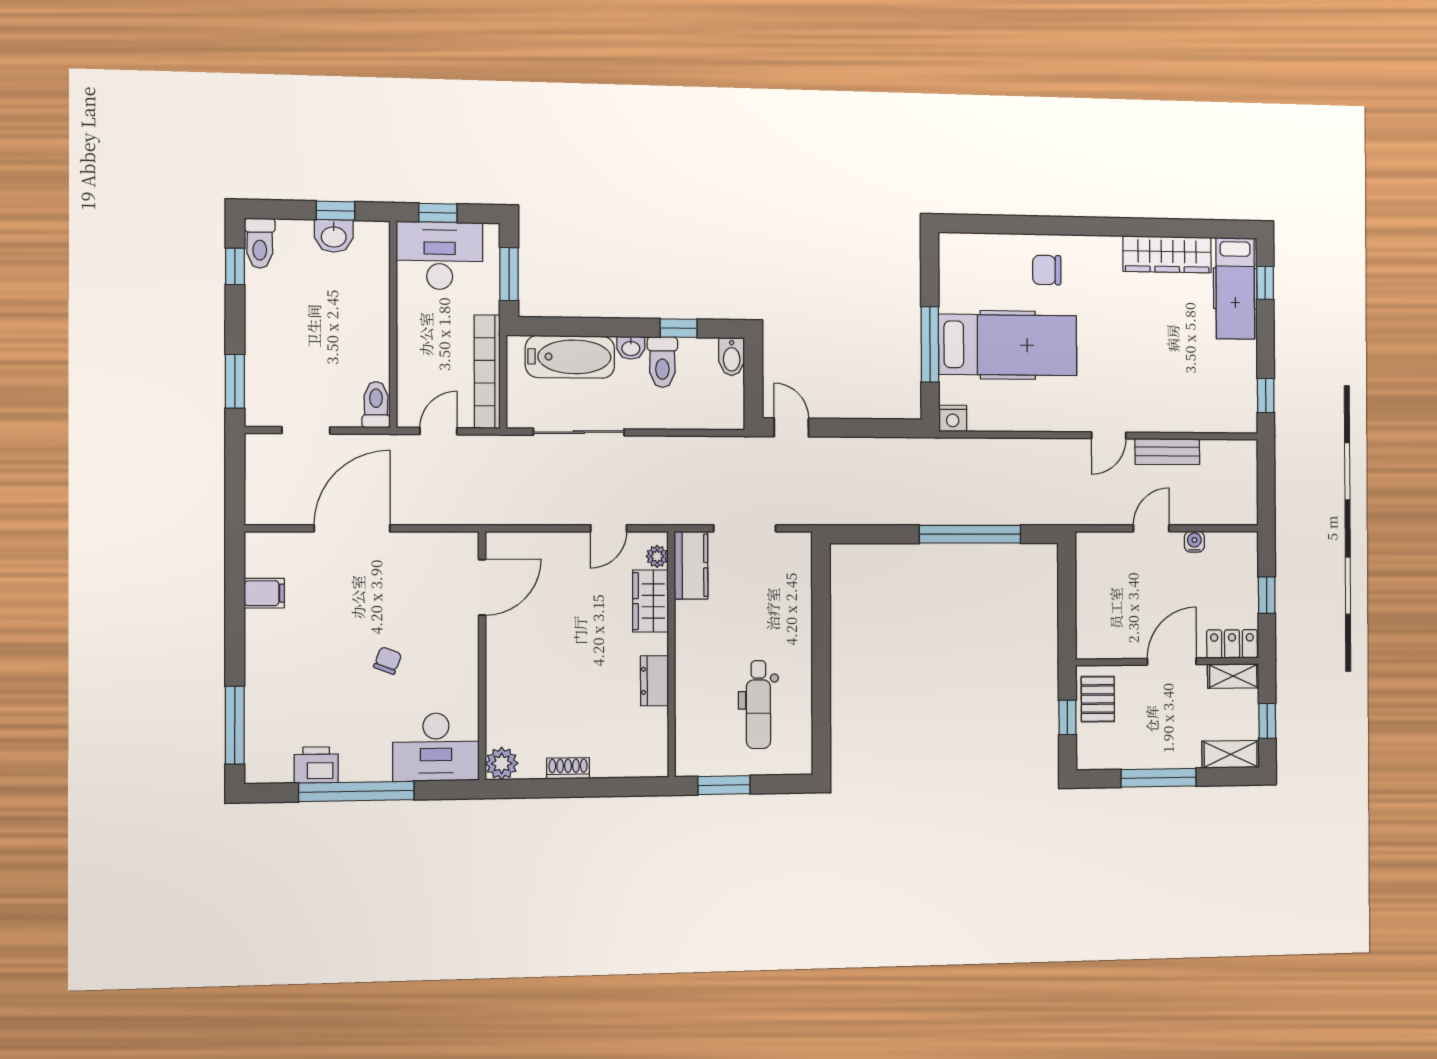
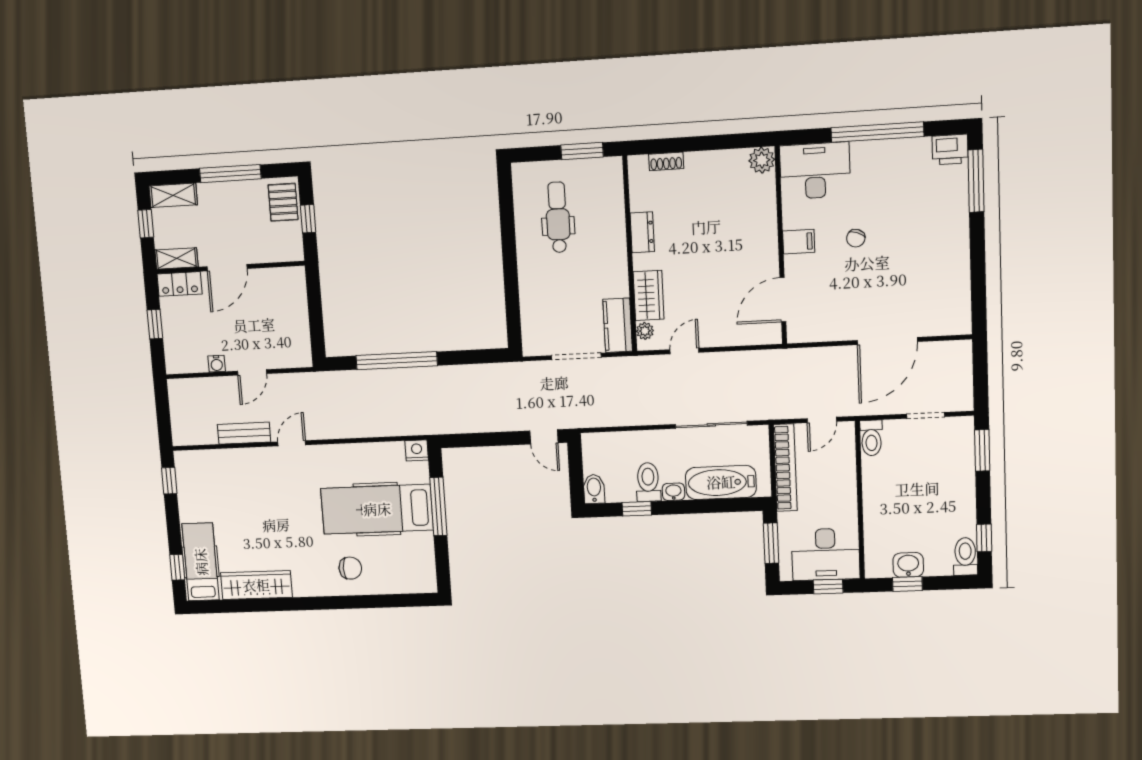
filing cabinet: (264, 593) -> (799, 242), moved, turned 180
pallet: (1098, 699) -> (283, 202), moved
printer: (316, 765) -> (950, 149), moved
shoe rack: (568, 768) -> (666, 161), moved

